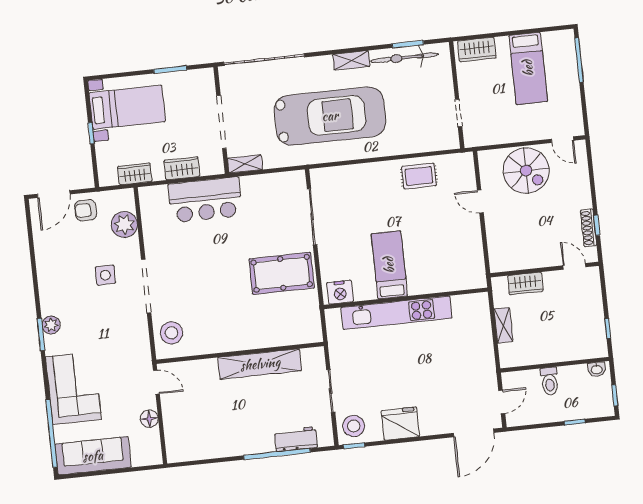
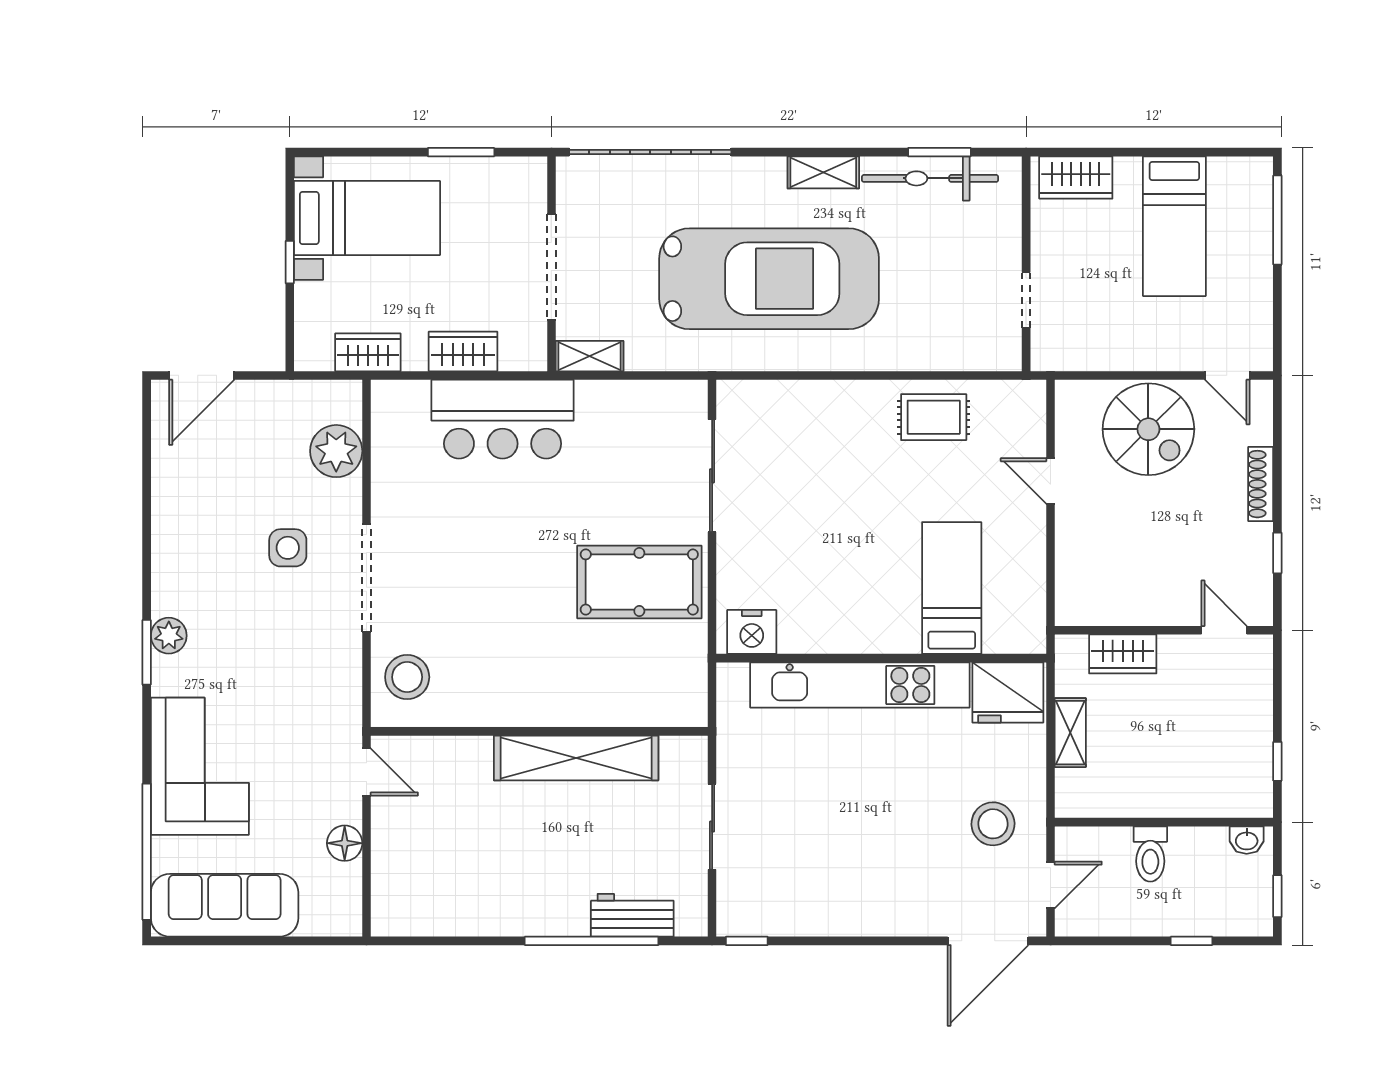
armchair: (86, 210) -> (262, 415), removed
shoe rack: (589, 228) -> (1261, 484), moved
bed: (389, 265) -> (952, 588), moved
fridge: (400, 424) -> (1008, 692), moved, turned 180
stool: (354, 426) -> (993, 824), moved

